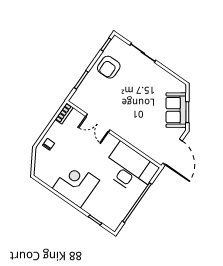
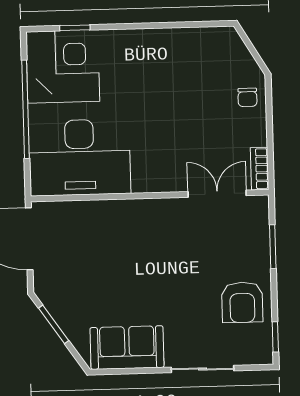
armchair: (109, 67) -> (242, 302), turned 180
sofa: (176, 110) -> (127, 348), moved, turned -55
double door: (98, 123) -> (217, 194), moved
corner desk: (76, 184) -> (63, 67), moved, turned -90

